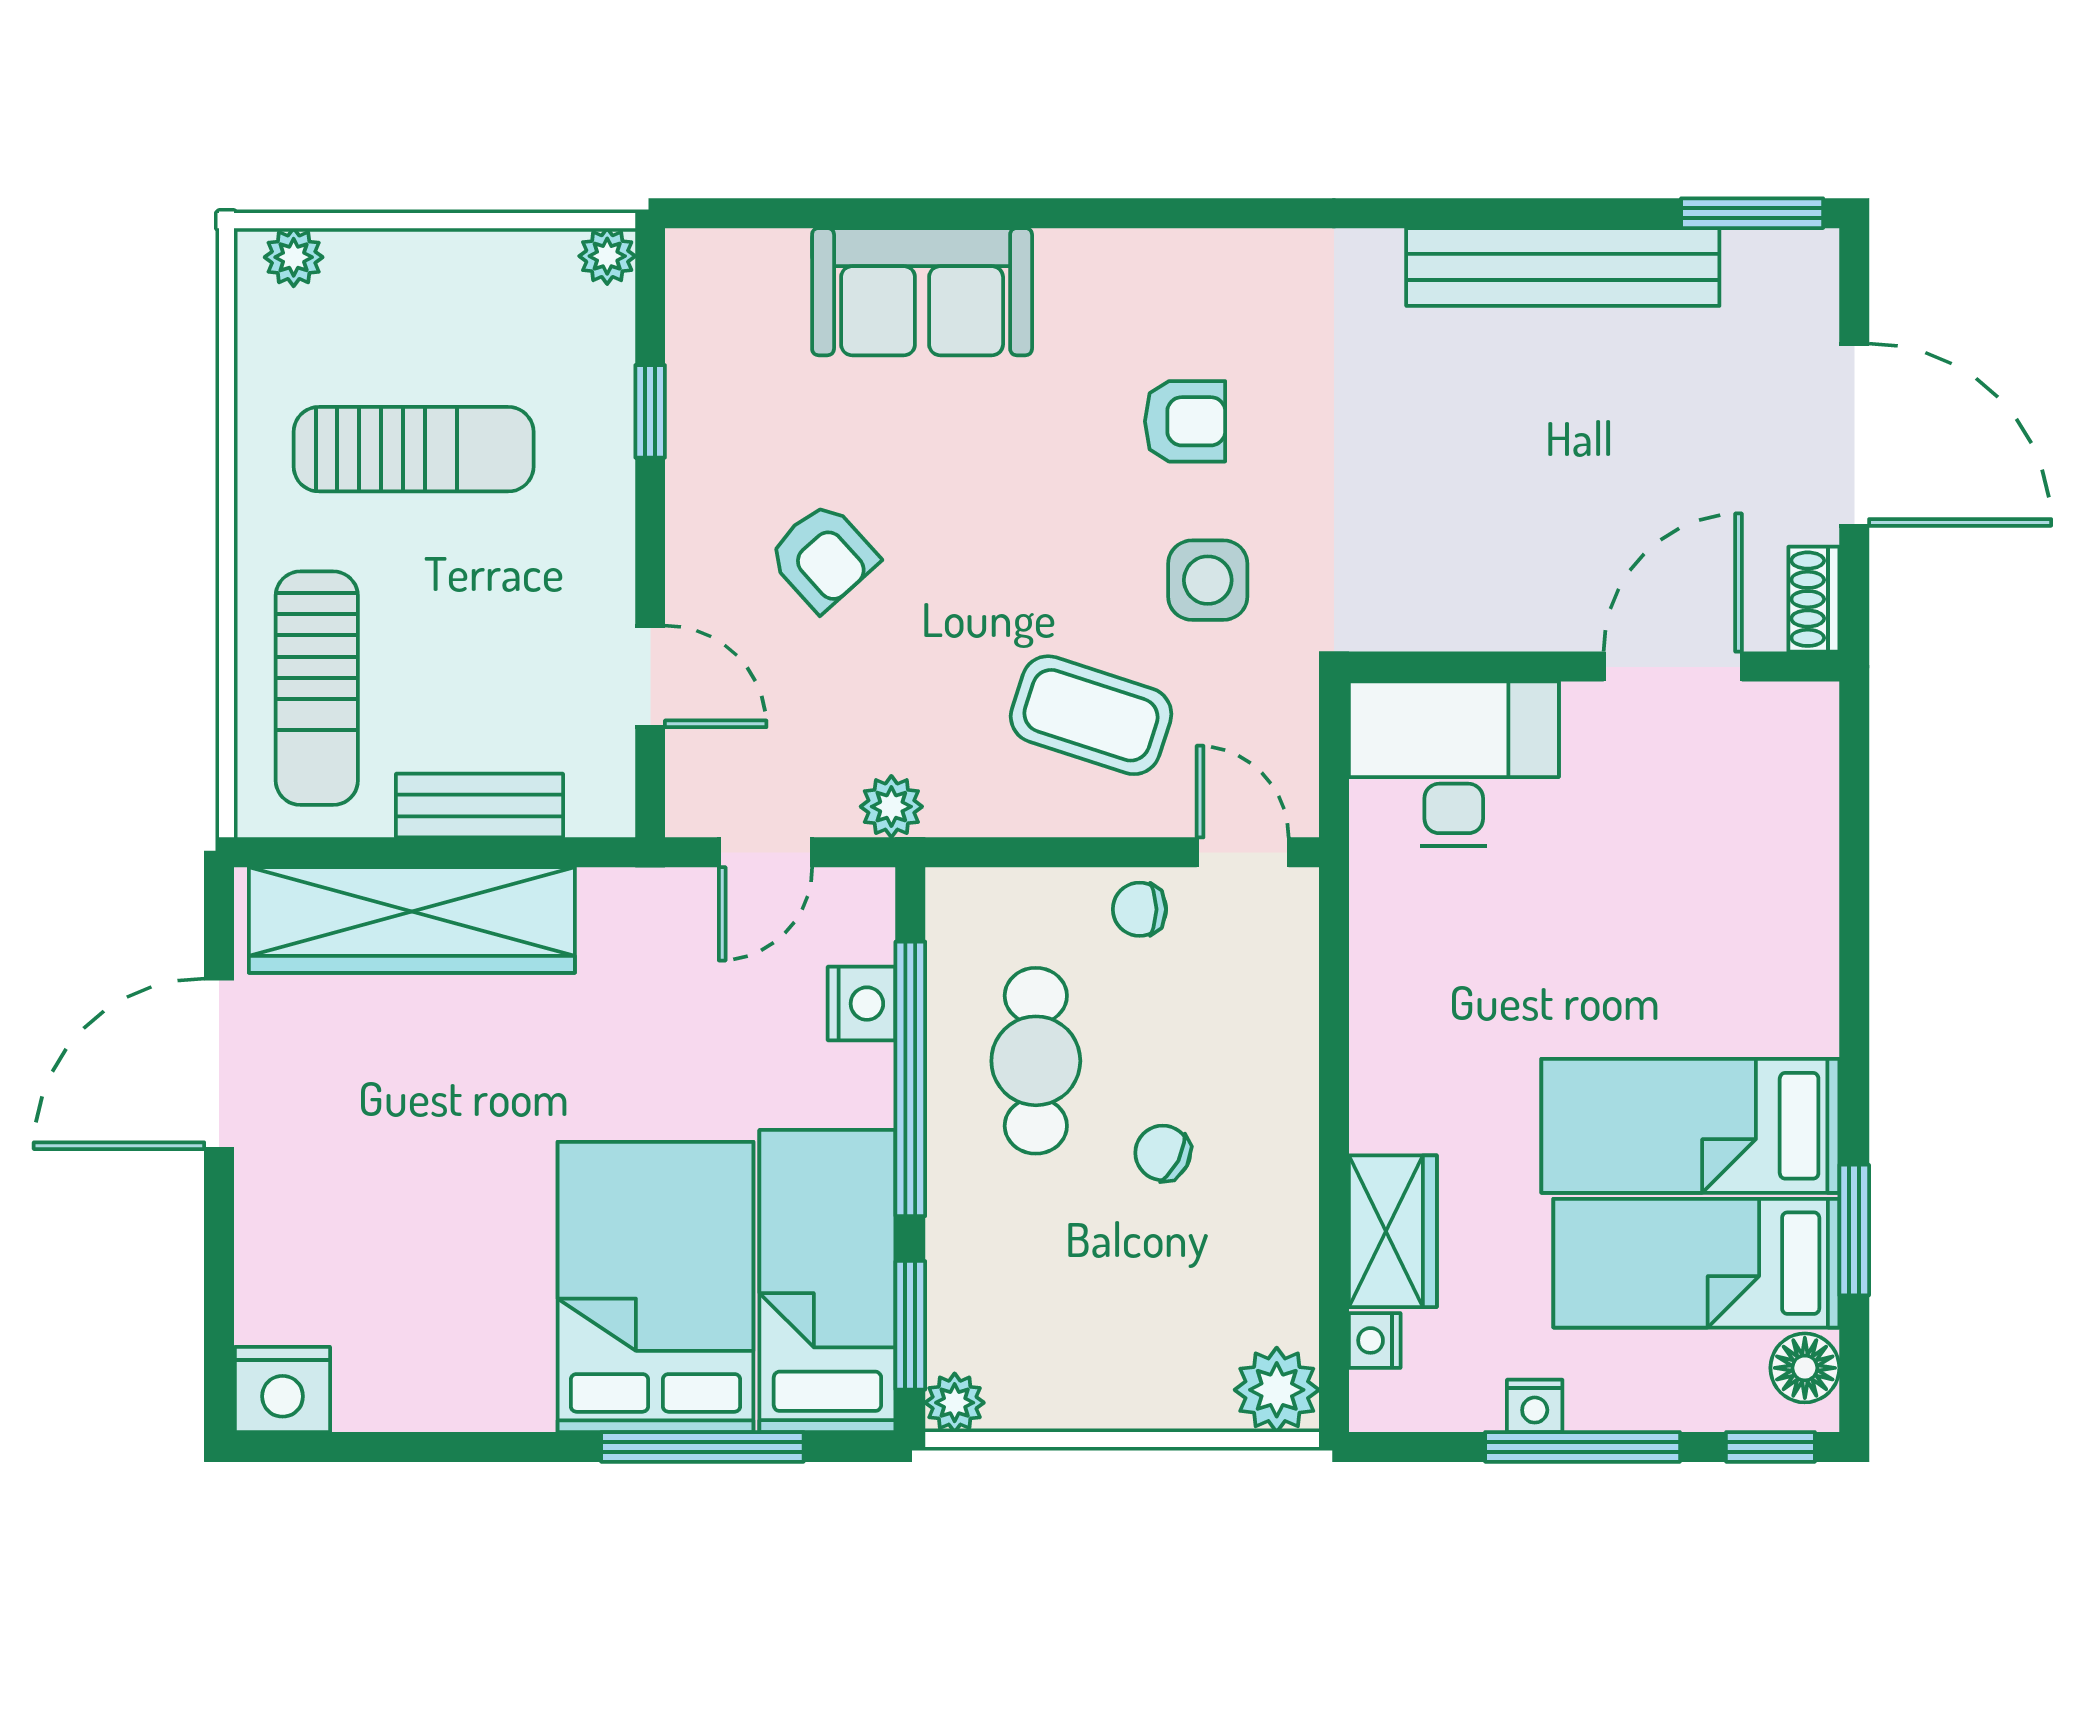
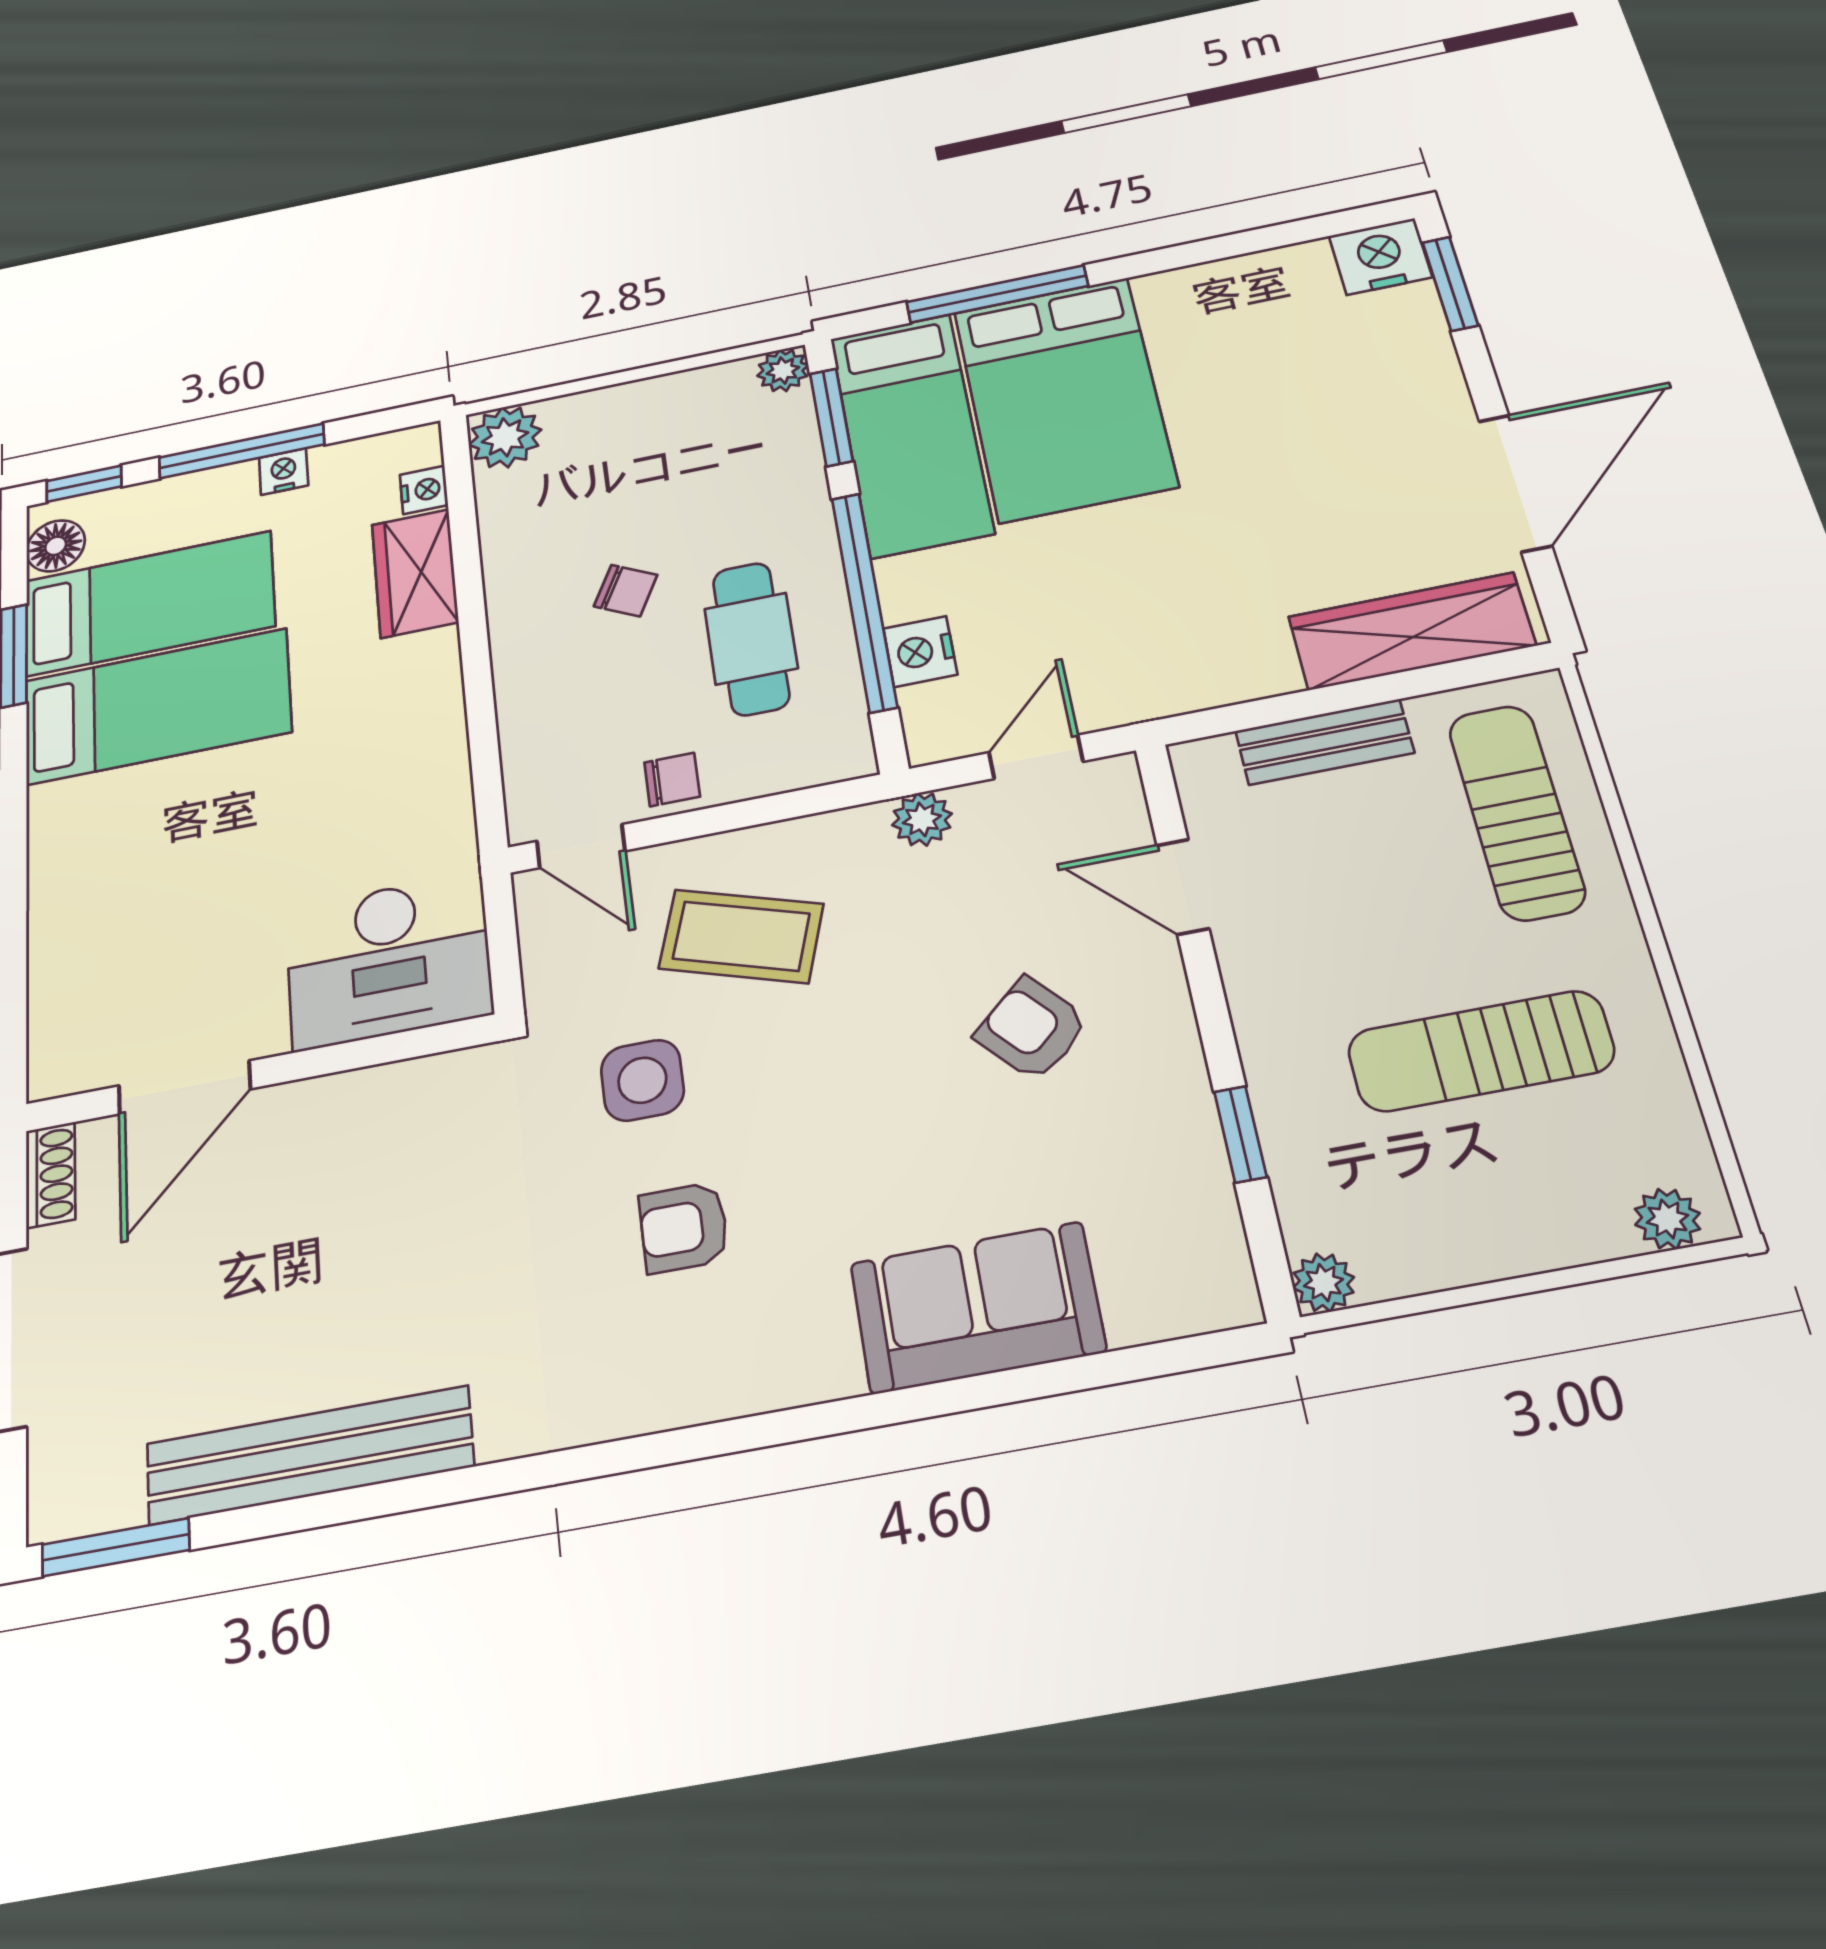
wardrobe: (412, 920) -> (1411, 631), width x0.71, depth x0.85
window: (219, 1334) -> (1450, 284), added

